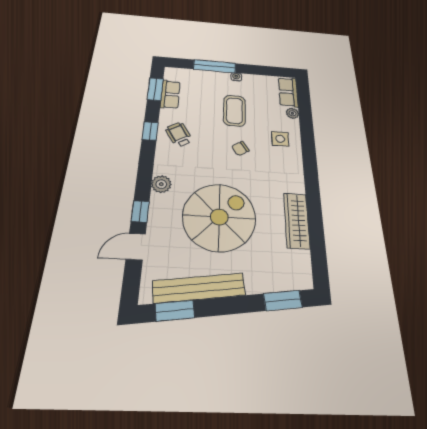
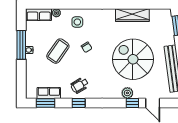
window: (215, 66) -> (21, 45), moved
coffee table: (234, 111) -> (58, 51), turned -55
plant: (161, 184) -> (127, 93), moved

